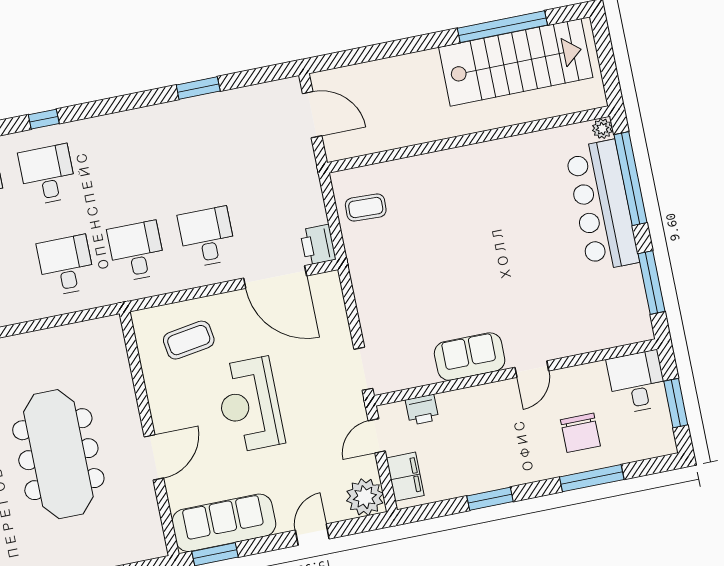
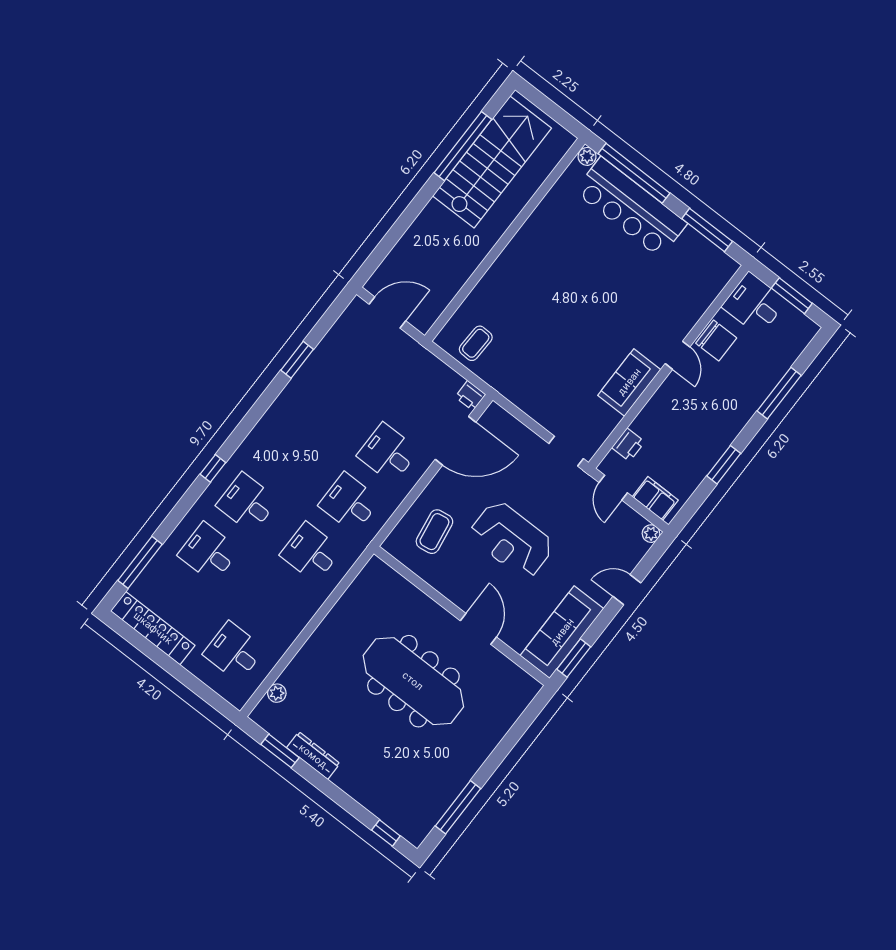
printer: (318, 245) -> (470, 396), width x0.73, depth x0.81
chair: (580, 433) -> (716, 341), moved
plant: (365, 497) -> (651, 534), width x0.53, depth x0.53
door: (312, 535) -> (627, 590), hinge flipped

